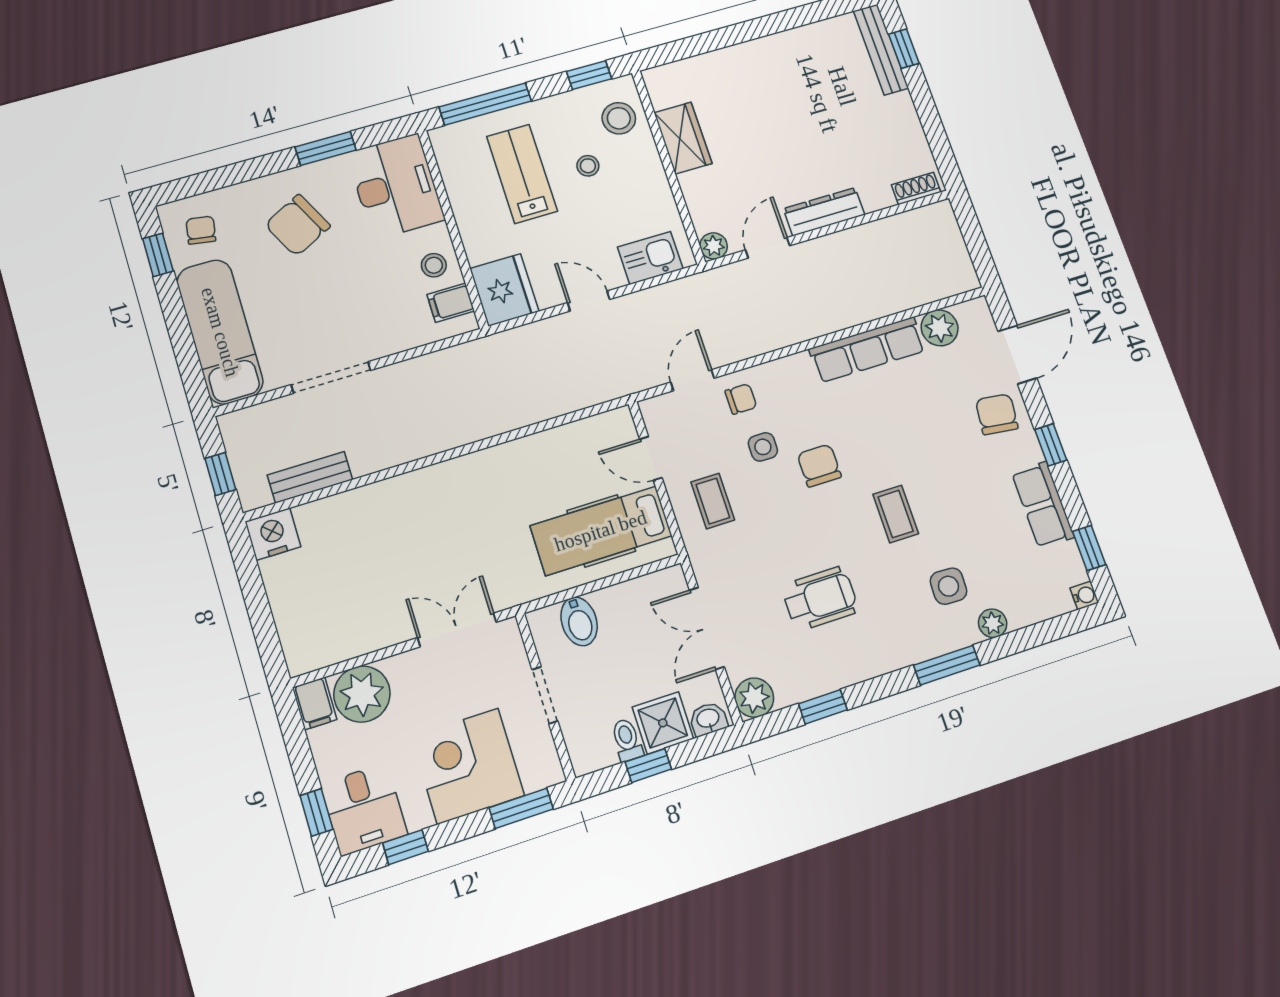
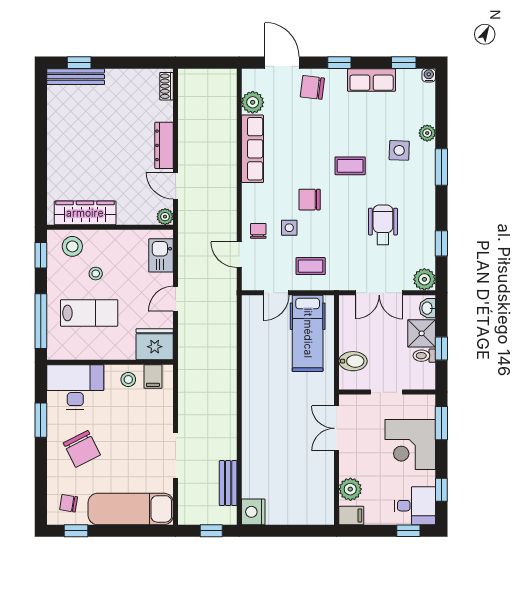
wardrobe: (683, 138) -> (85, 213), width x1.50
lab bench: (522, 174) -> (89, 313), turned 180
plant: (362, 694) -> (350, 489), width x0.73, depth x0.73

